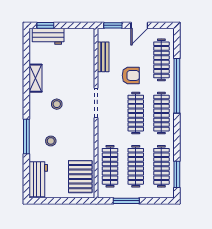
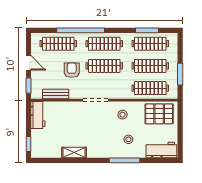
workbench: (48, 36) -> (38, 115), moved
stool: (57, 104) -> (123, 115), moved
window: (177, 174) -> (147, 30), moved

